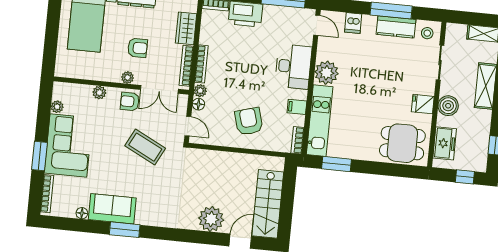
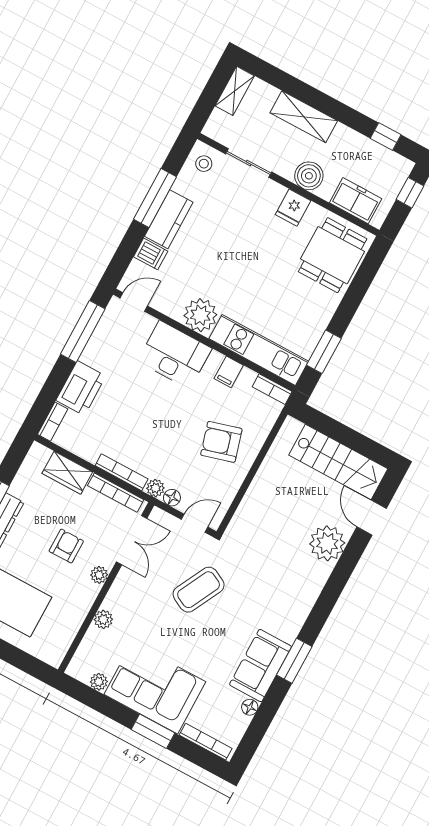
kitchen counter: (396, 27) -> (169, 219), moved
armchair: (130, 101) -> (131, 585), removed

